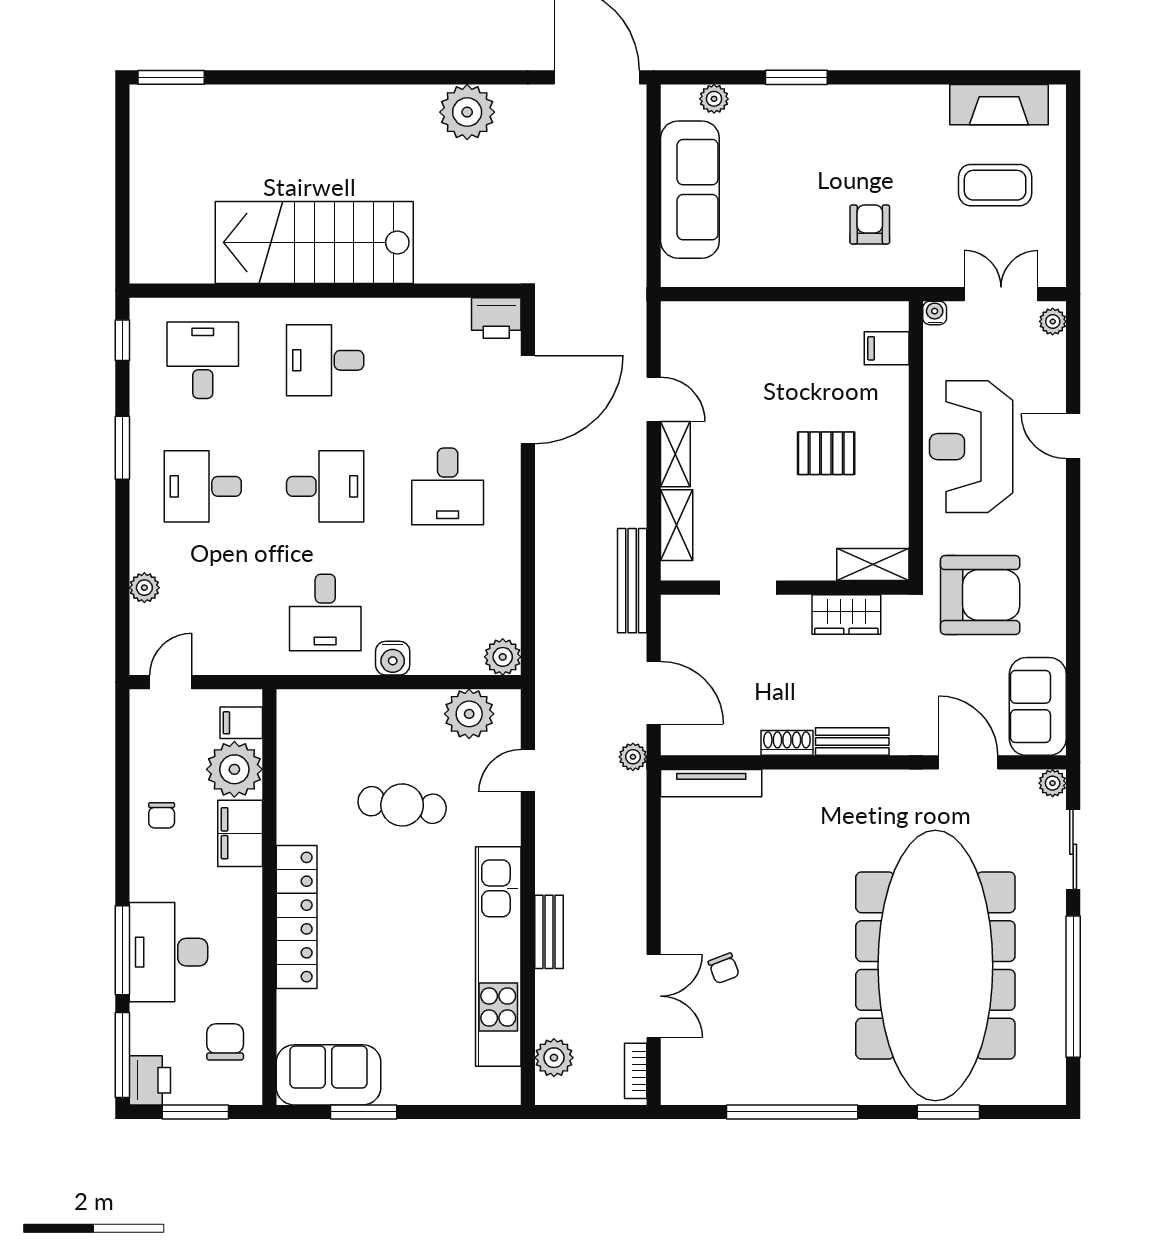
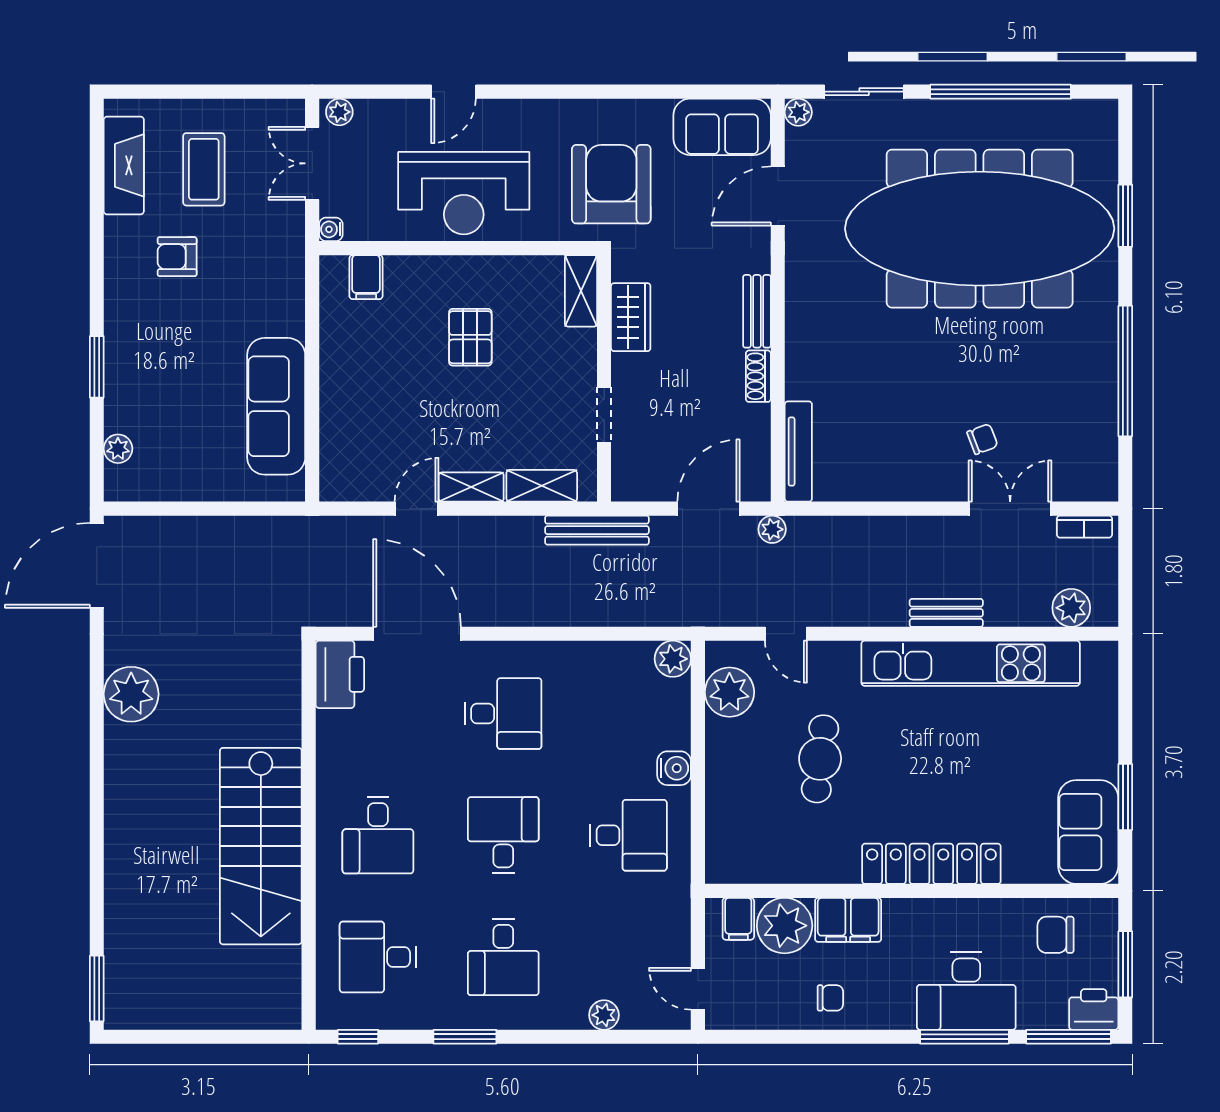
sofa: (690, 190) -> (276, 406), moved, turned -90
armchair: (870, 224) -> (177, 257), moved
printer: (496, 318) -> (340, 674), width x1.37, depth x1.19

